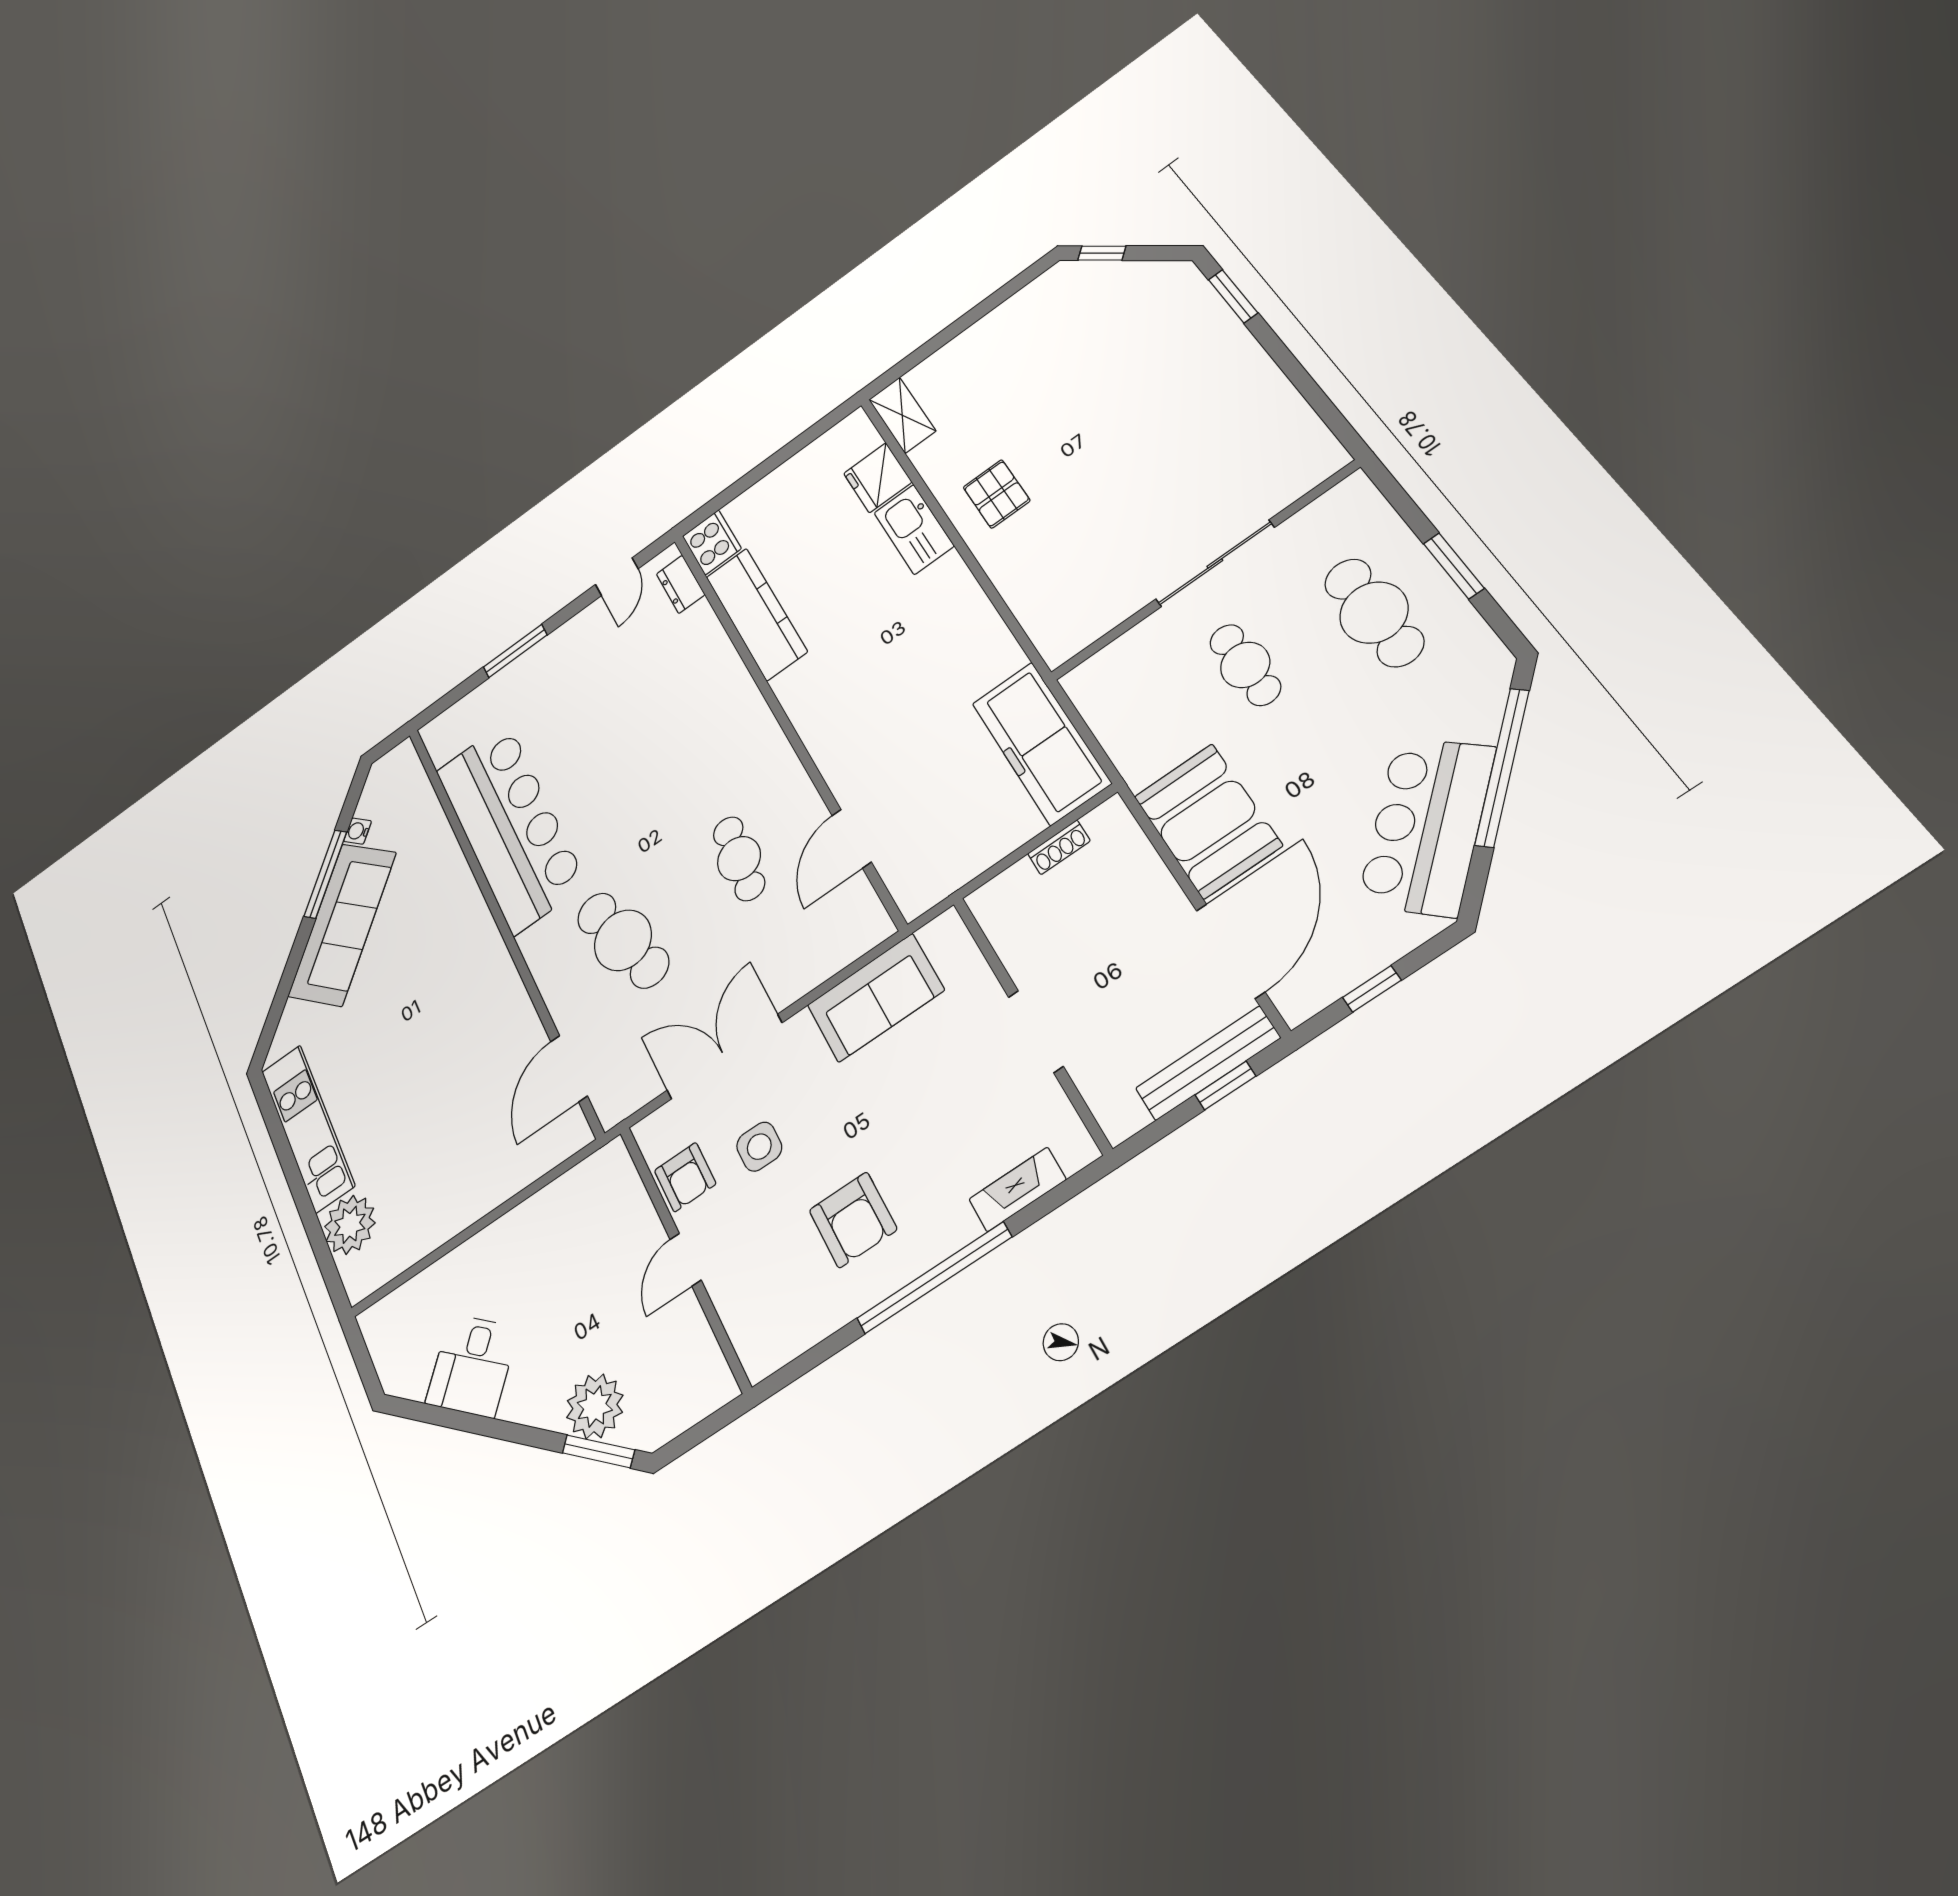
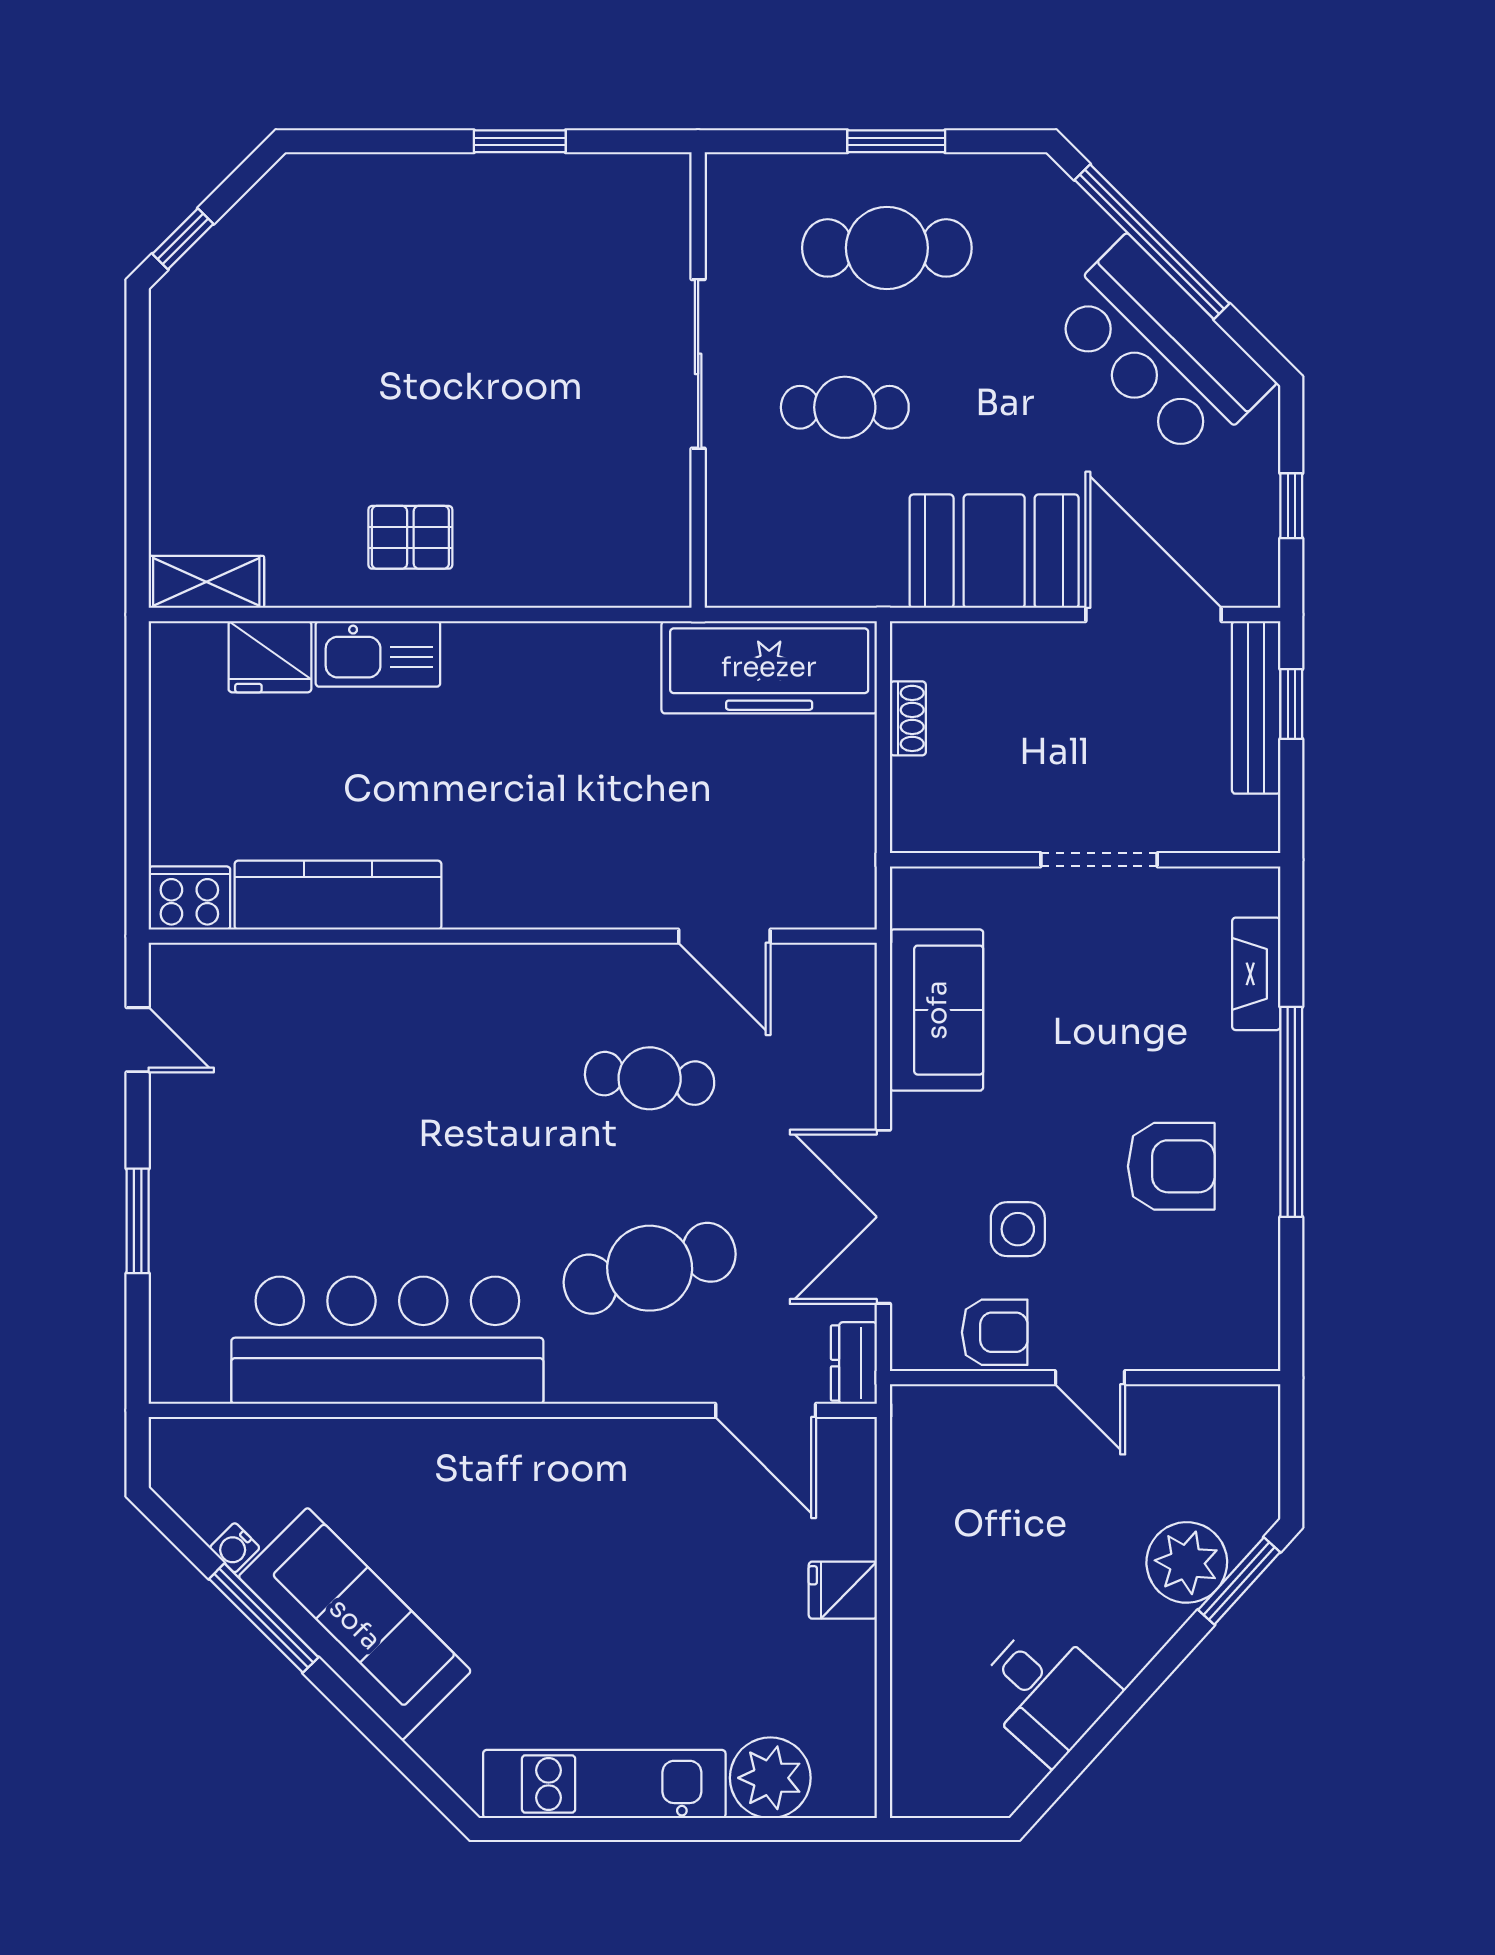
window: (1233, 296) -> (520, 141), moved
dresser: (681, 584) -> (854, 1363), moved, turned 90
fridge: (480, 1192) -> (843, 1590), added

